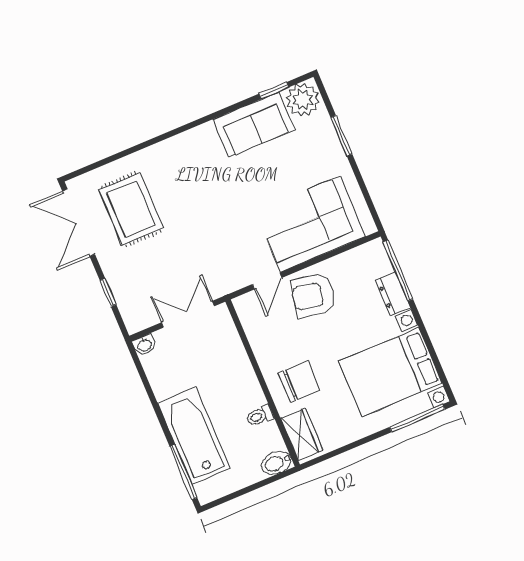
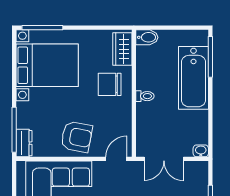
door: (267, 281) -> (116, 159), moved
dresser: (393, 294) -> (24, 143), moved
toilet: (260, 416) -> (145, 96), moved

